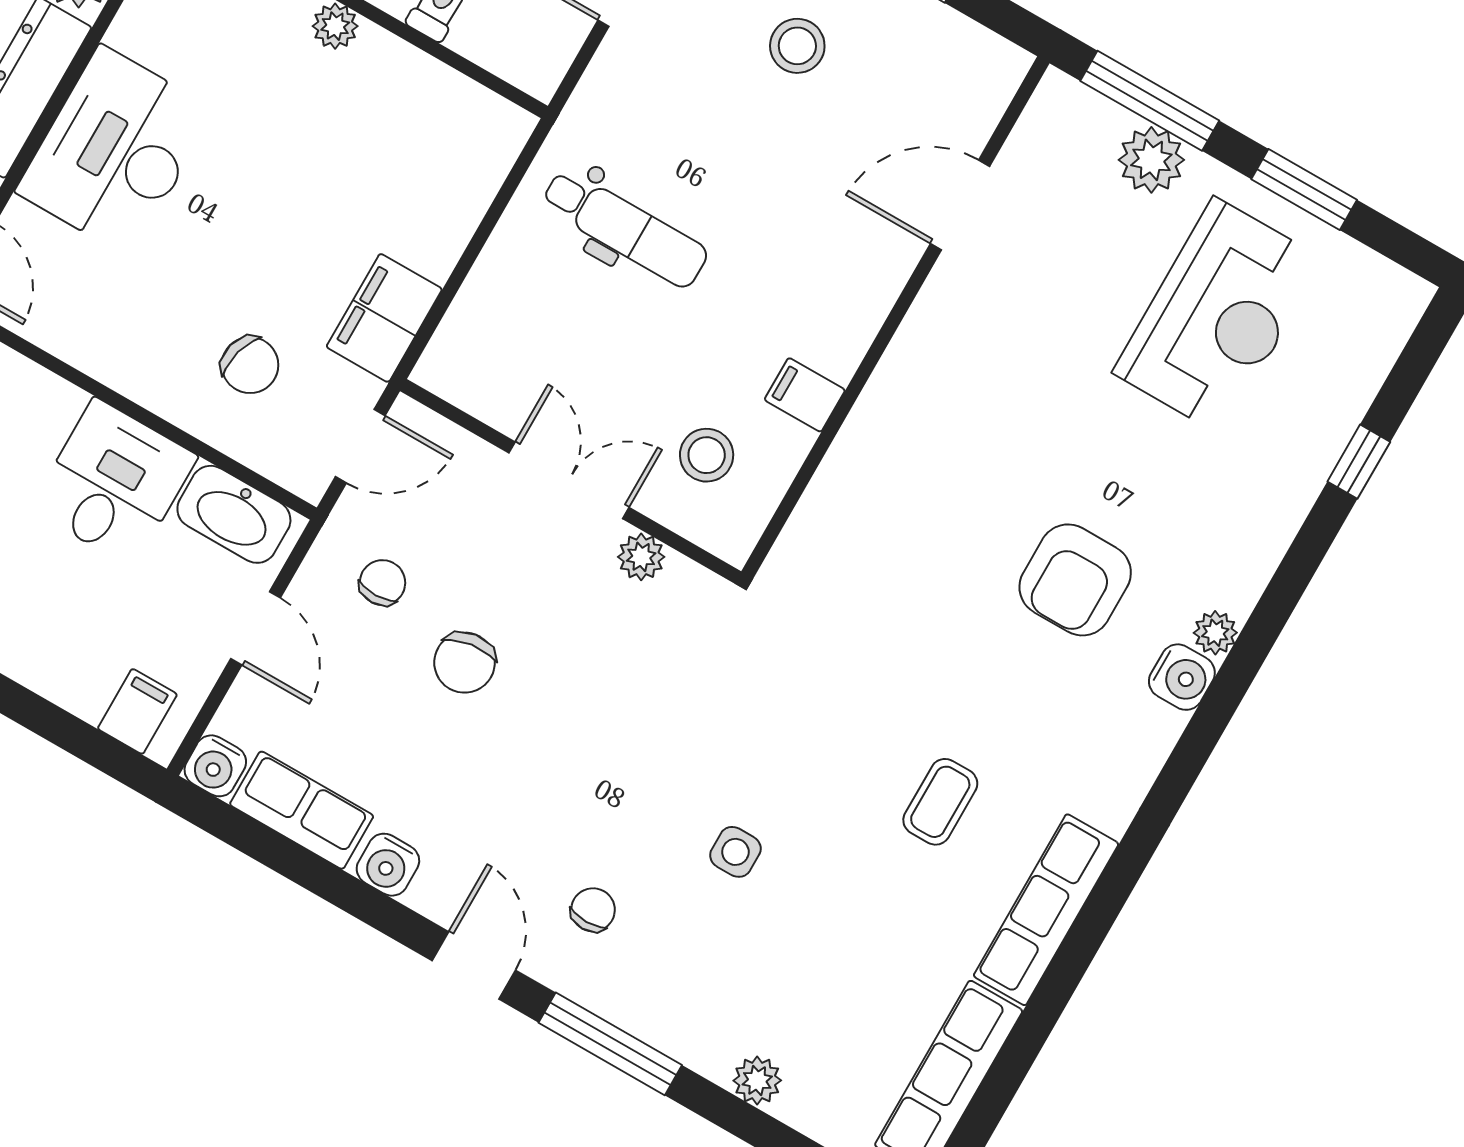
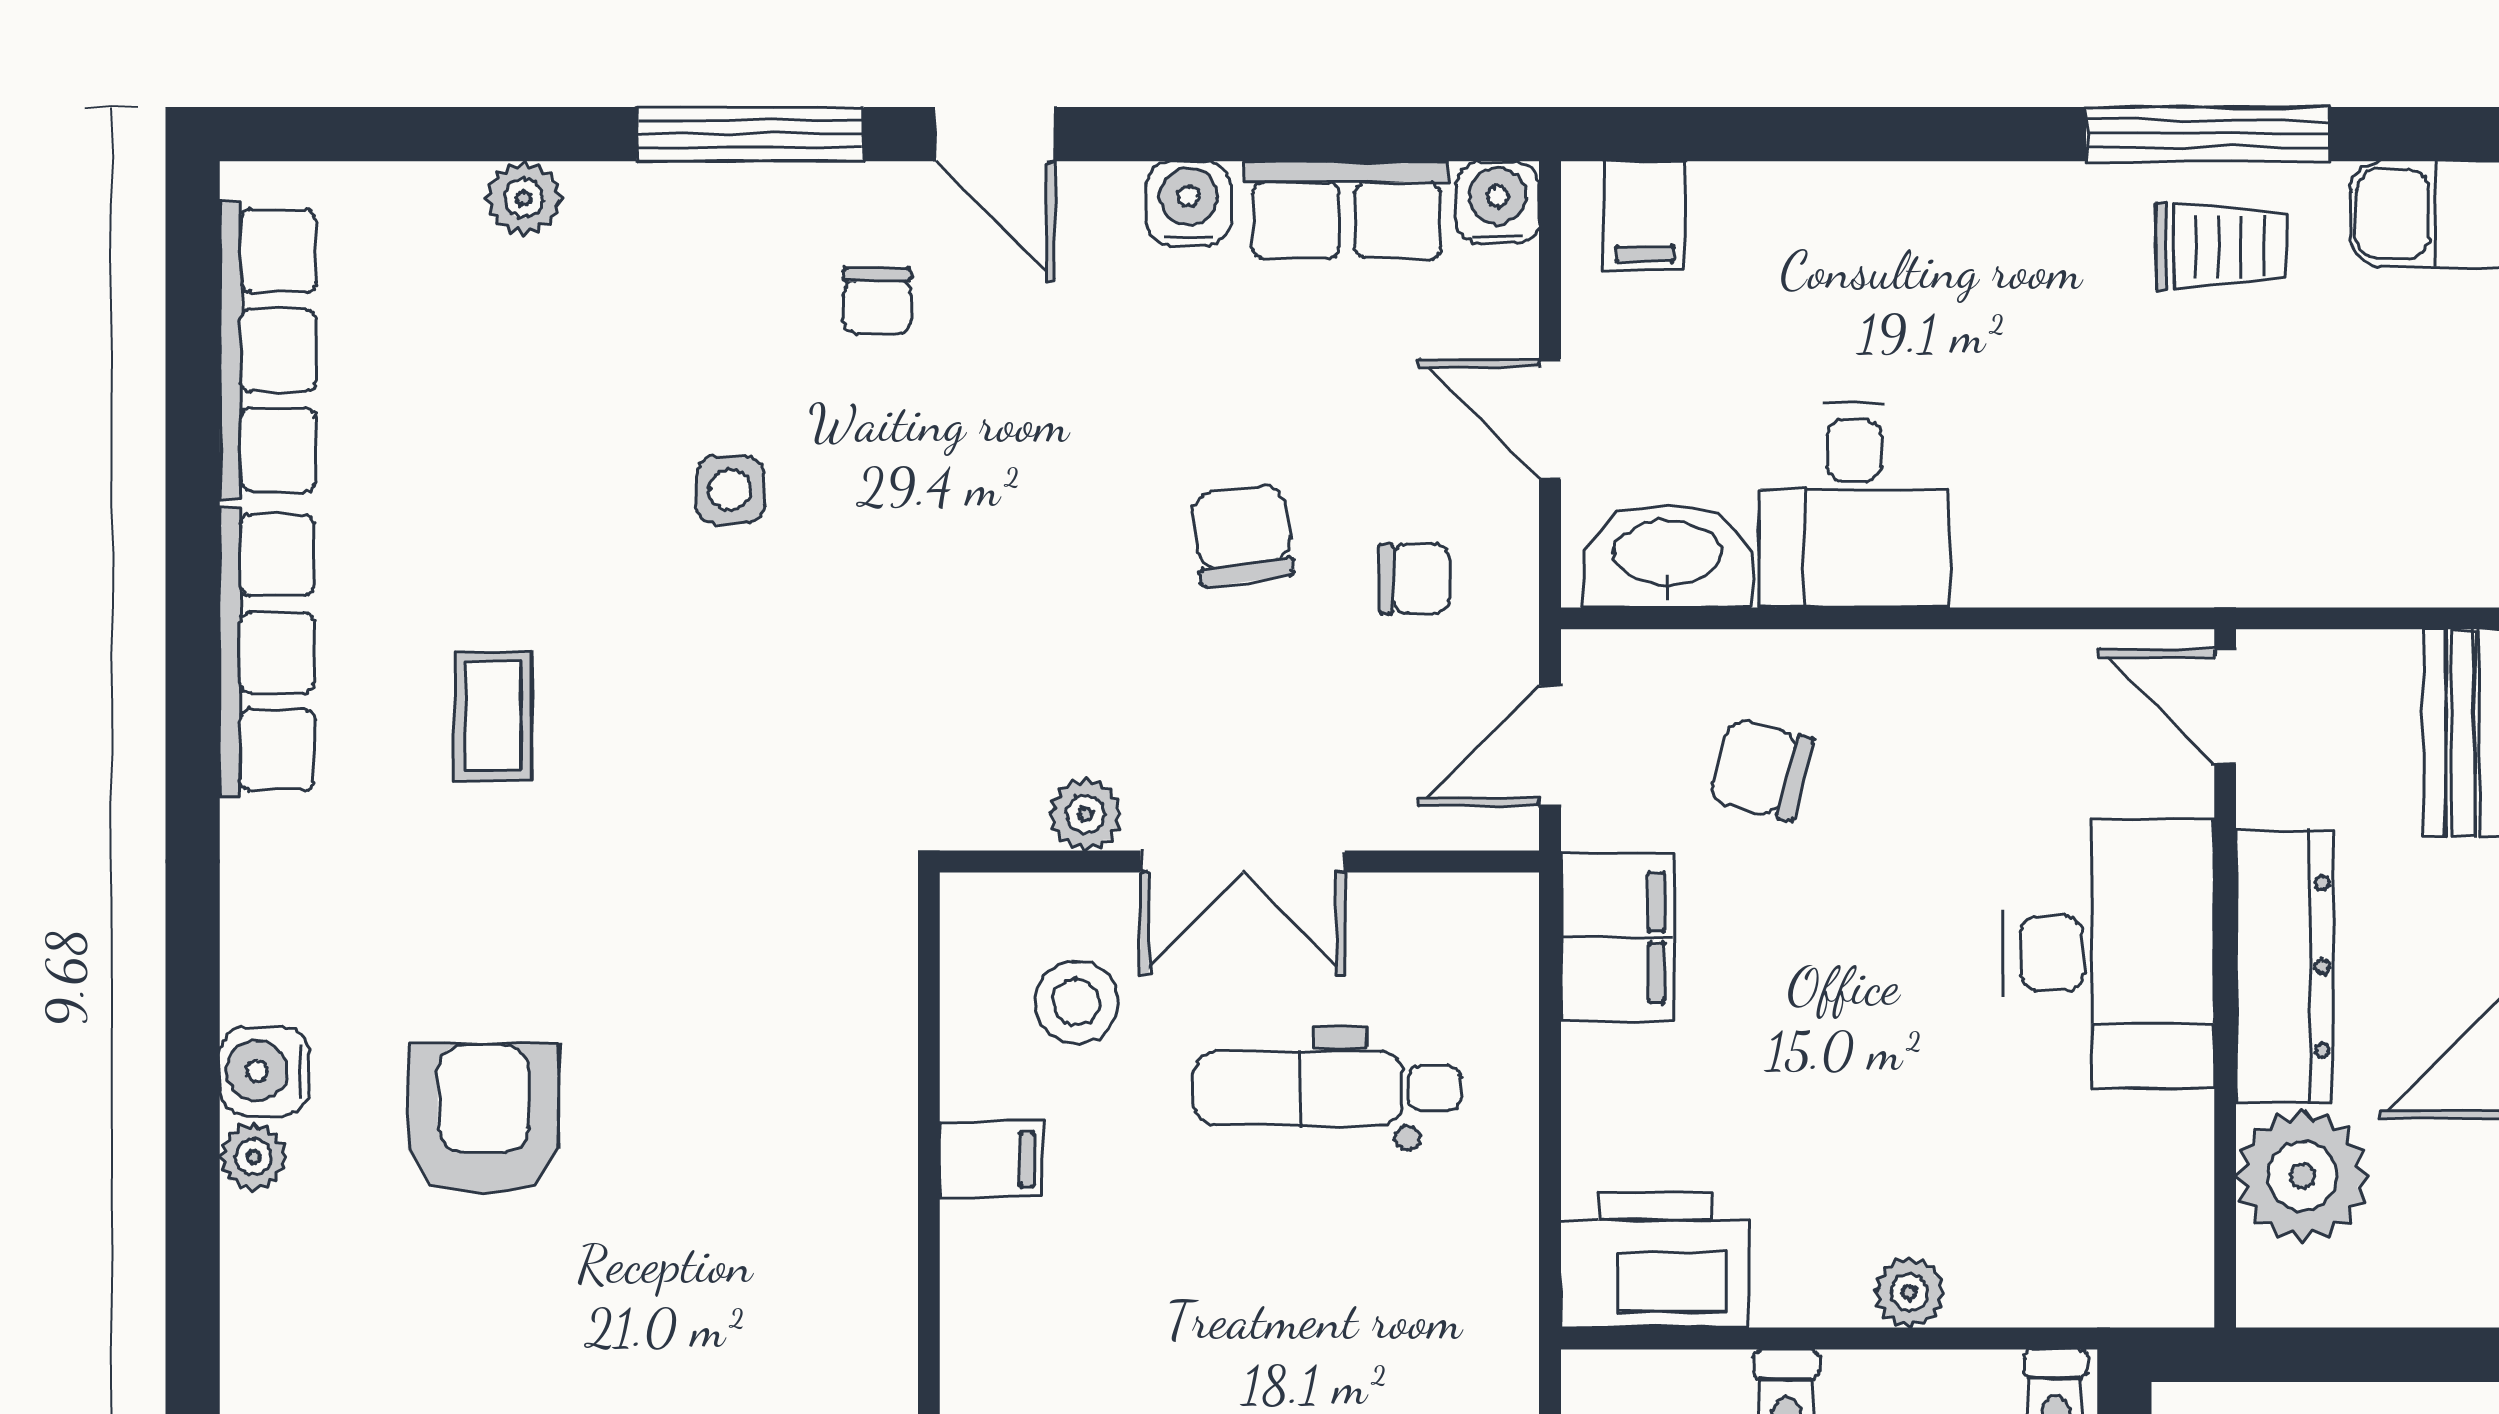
printer: (467, 126) -> (1655, 1260), added
dental chair: (625, 228) -> (1327, 1088), moved
chair: (383, 583) -> (1414, 579), turned -89

